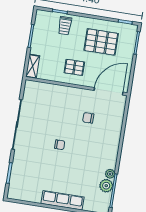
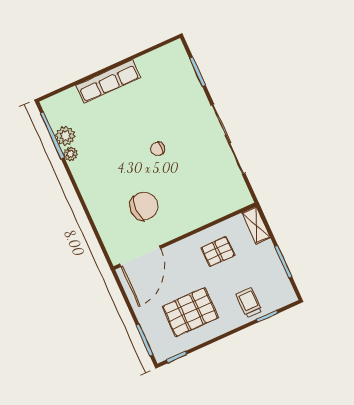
pallet: (74, 67) -> (218, 252), moved
chair: (88, 118) -> (144, 206), width x1.87, depth x1.87

